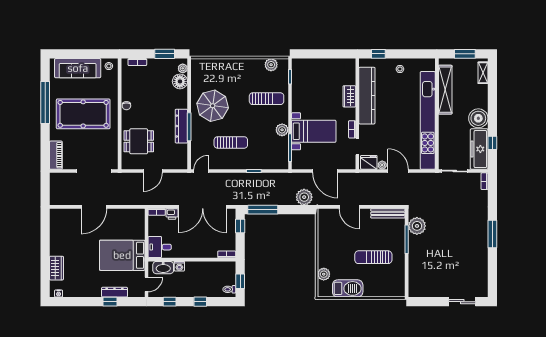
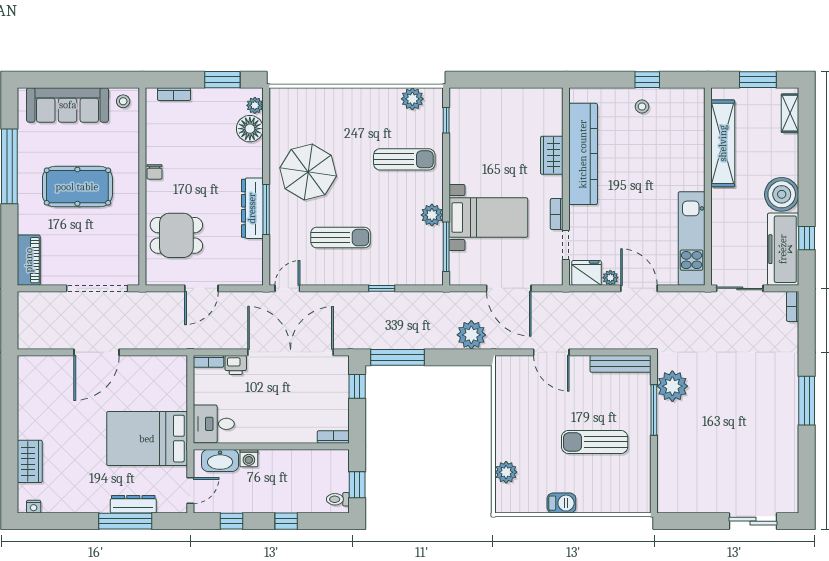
window: (378, 54) -> (647, 80), moved
pool table: (83, 114) -> (77, 187), width x0.73, depth x0.76
kitchen unit: (428, 120) -> (692, 238), width x0.54
double door: (203, 207) -> (291, 352), swing flipped
barbecue: (348, 288) -> (561, 503), width x0.53, depth x0.65
window: (110, 302) -> (125, 521), width x2.17

